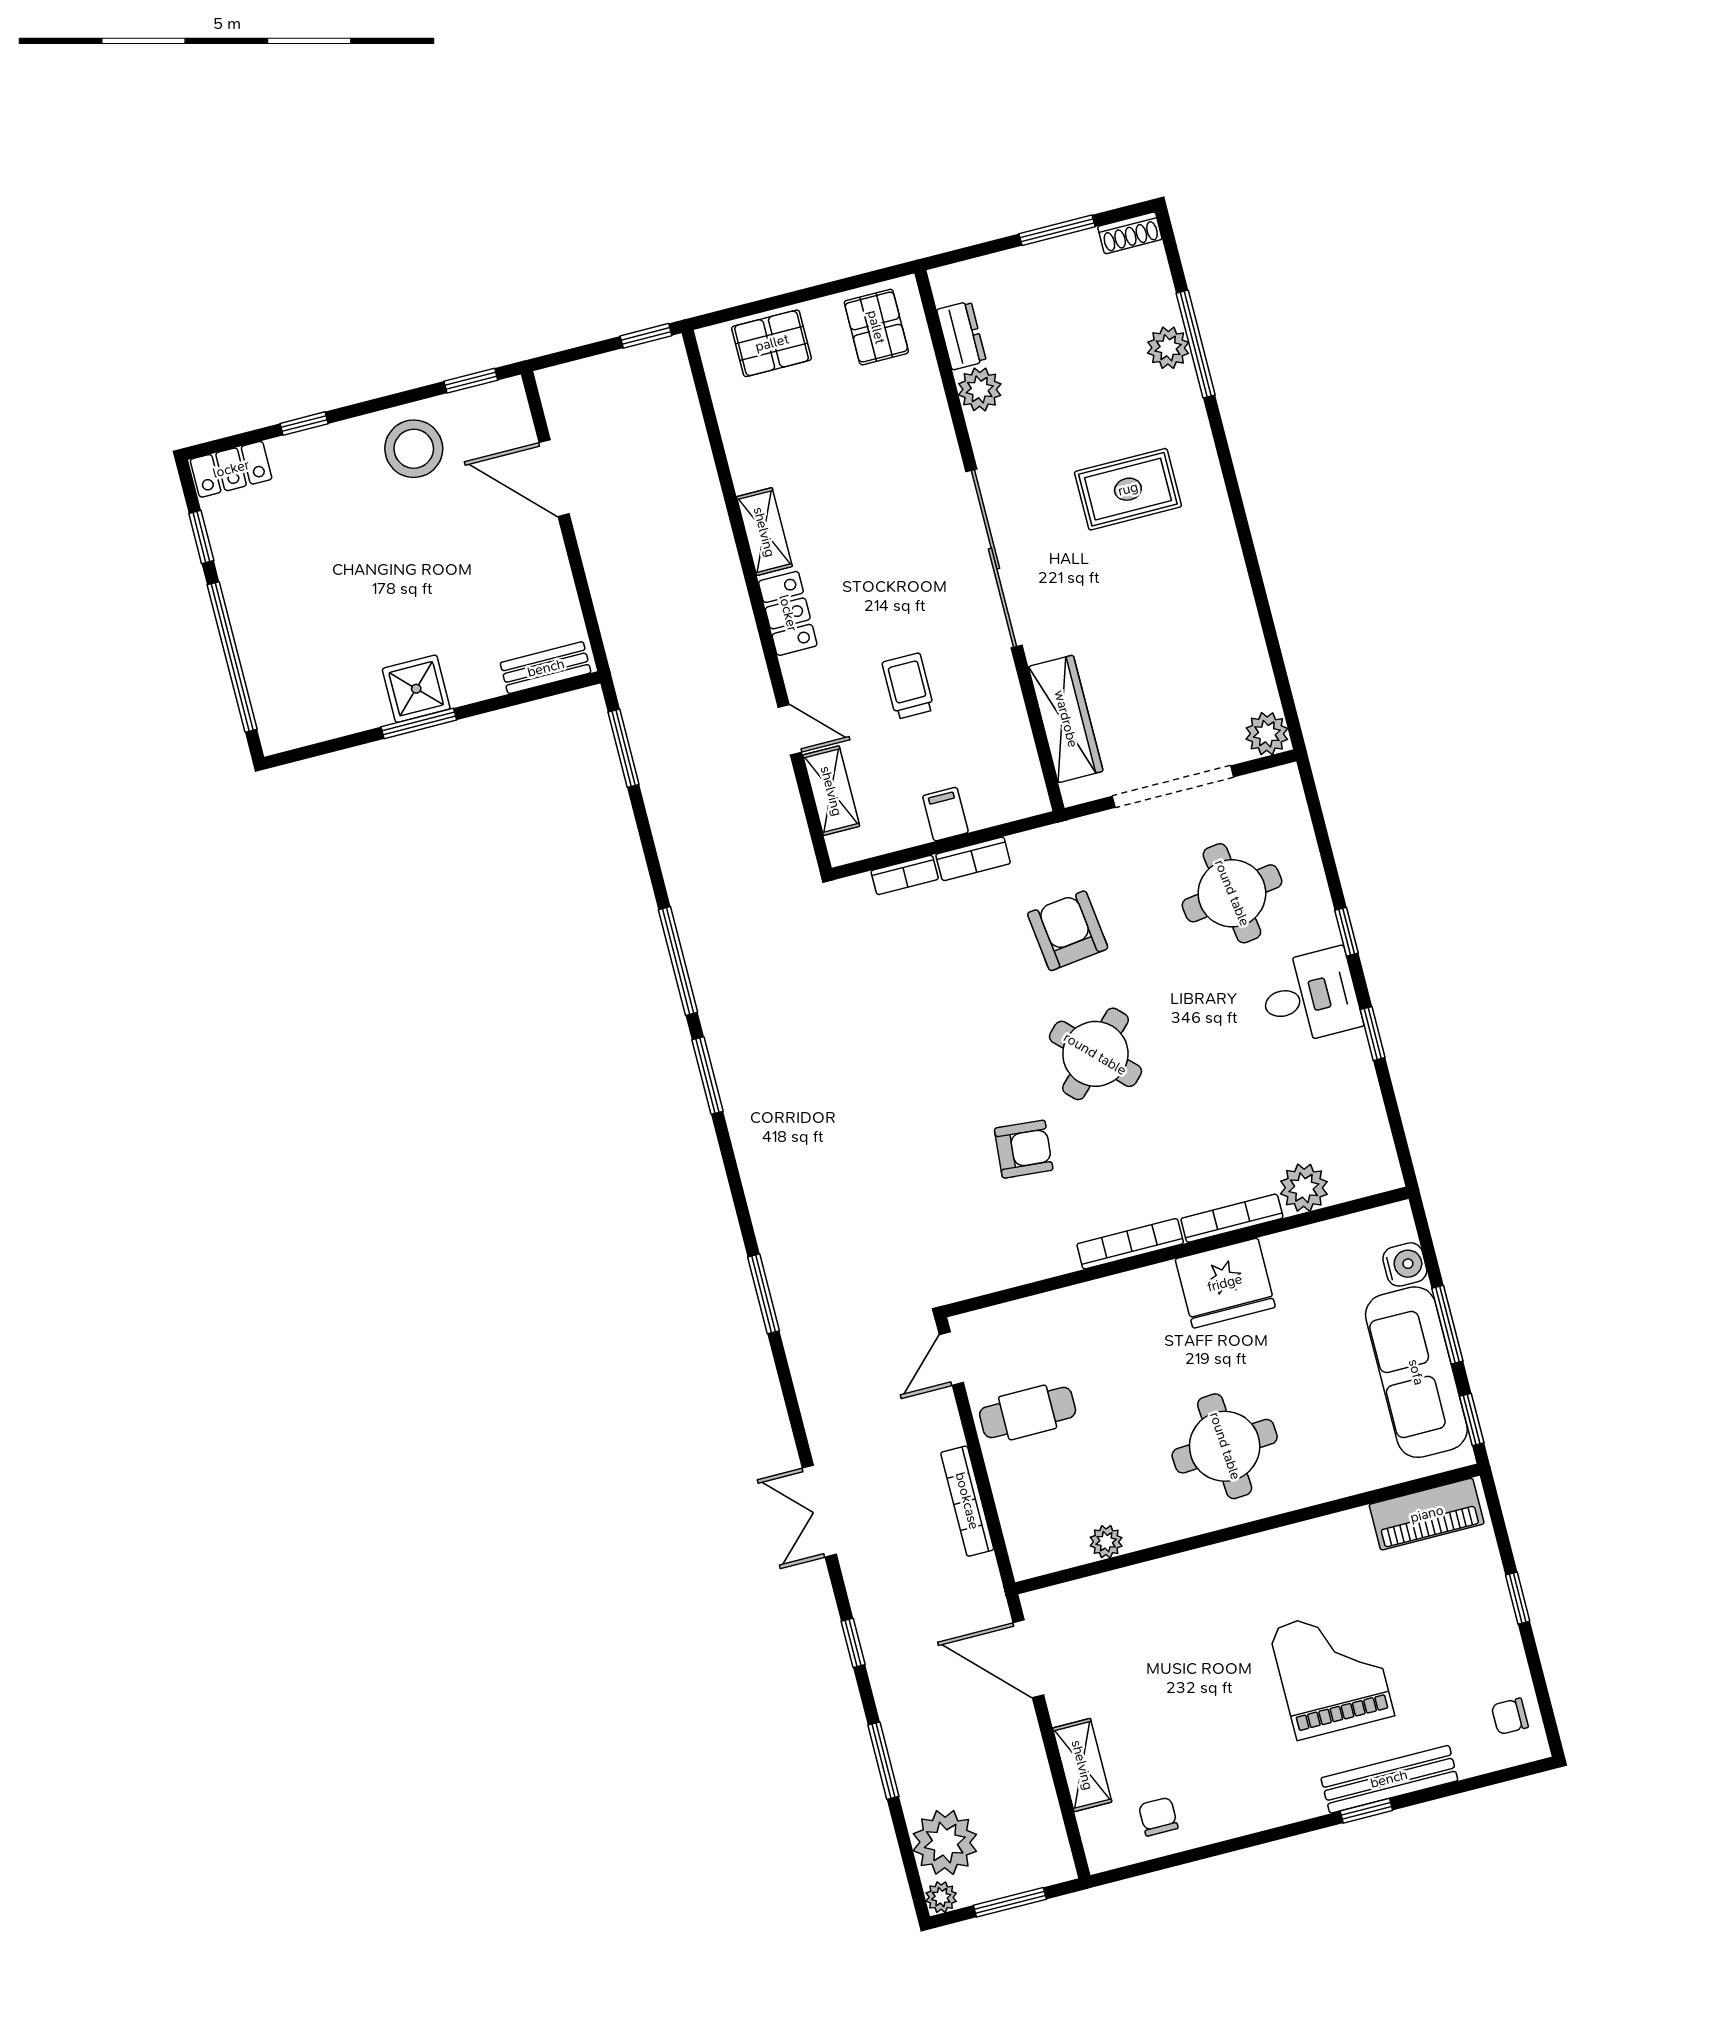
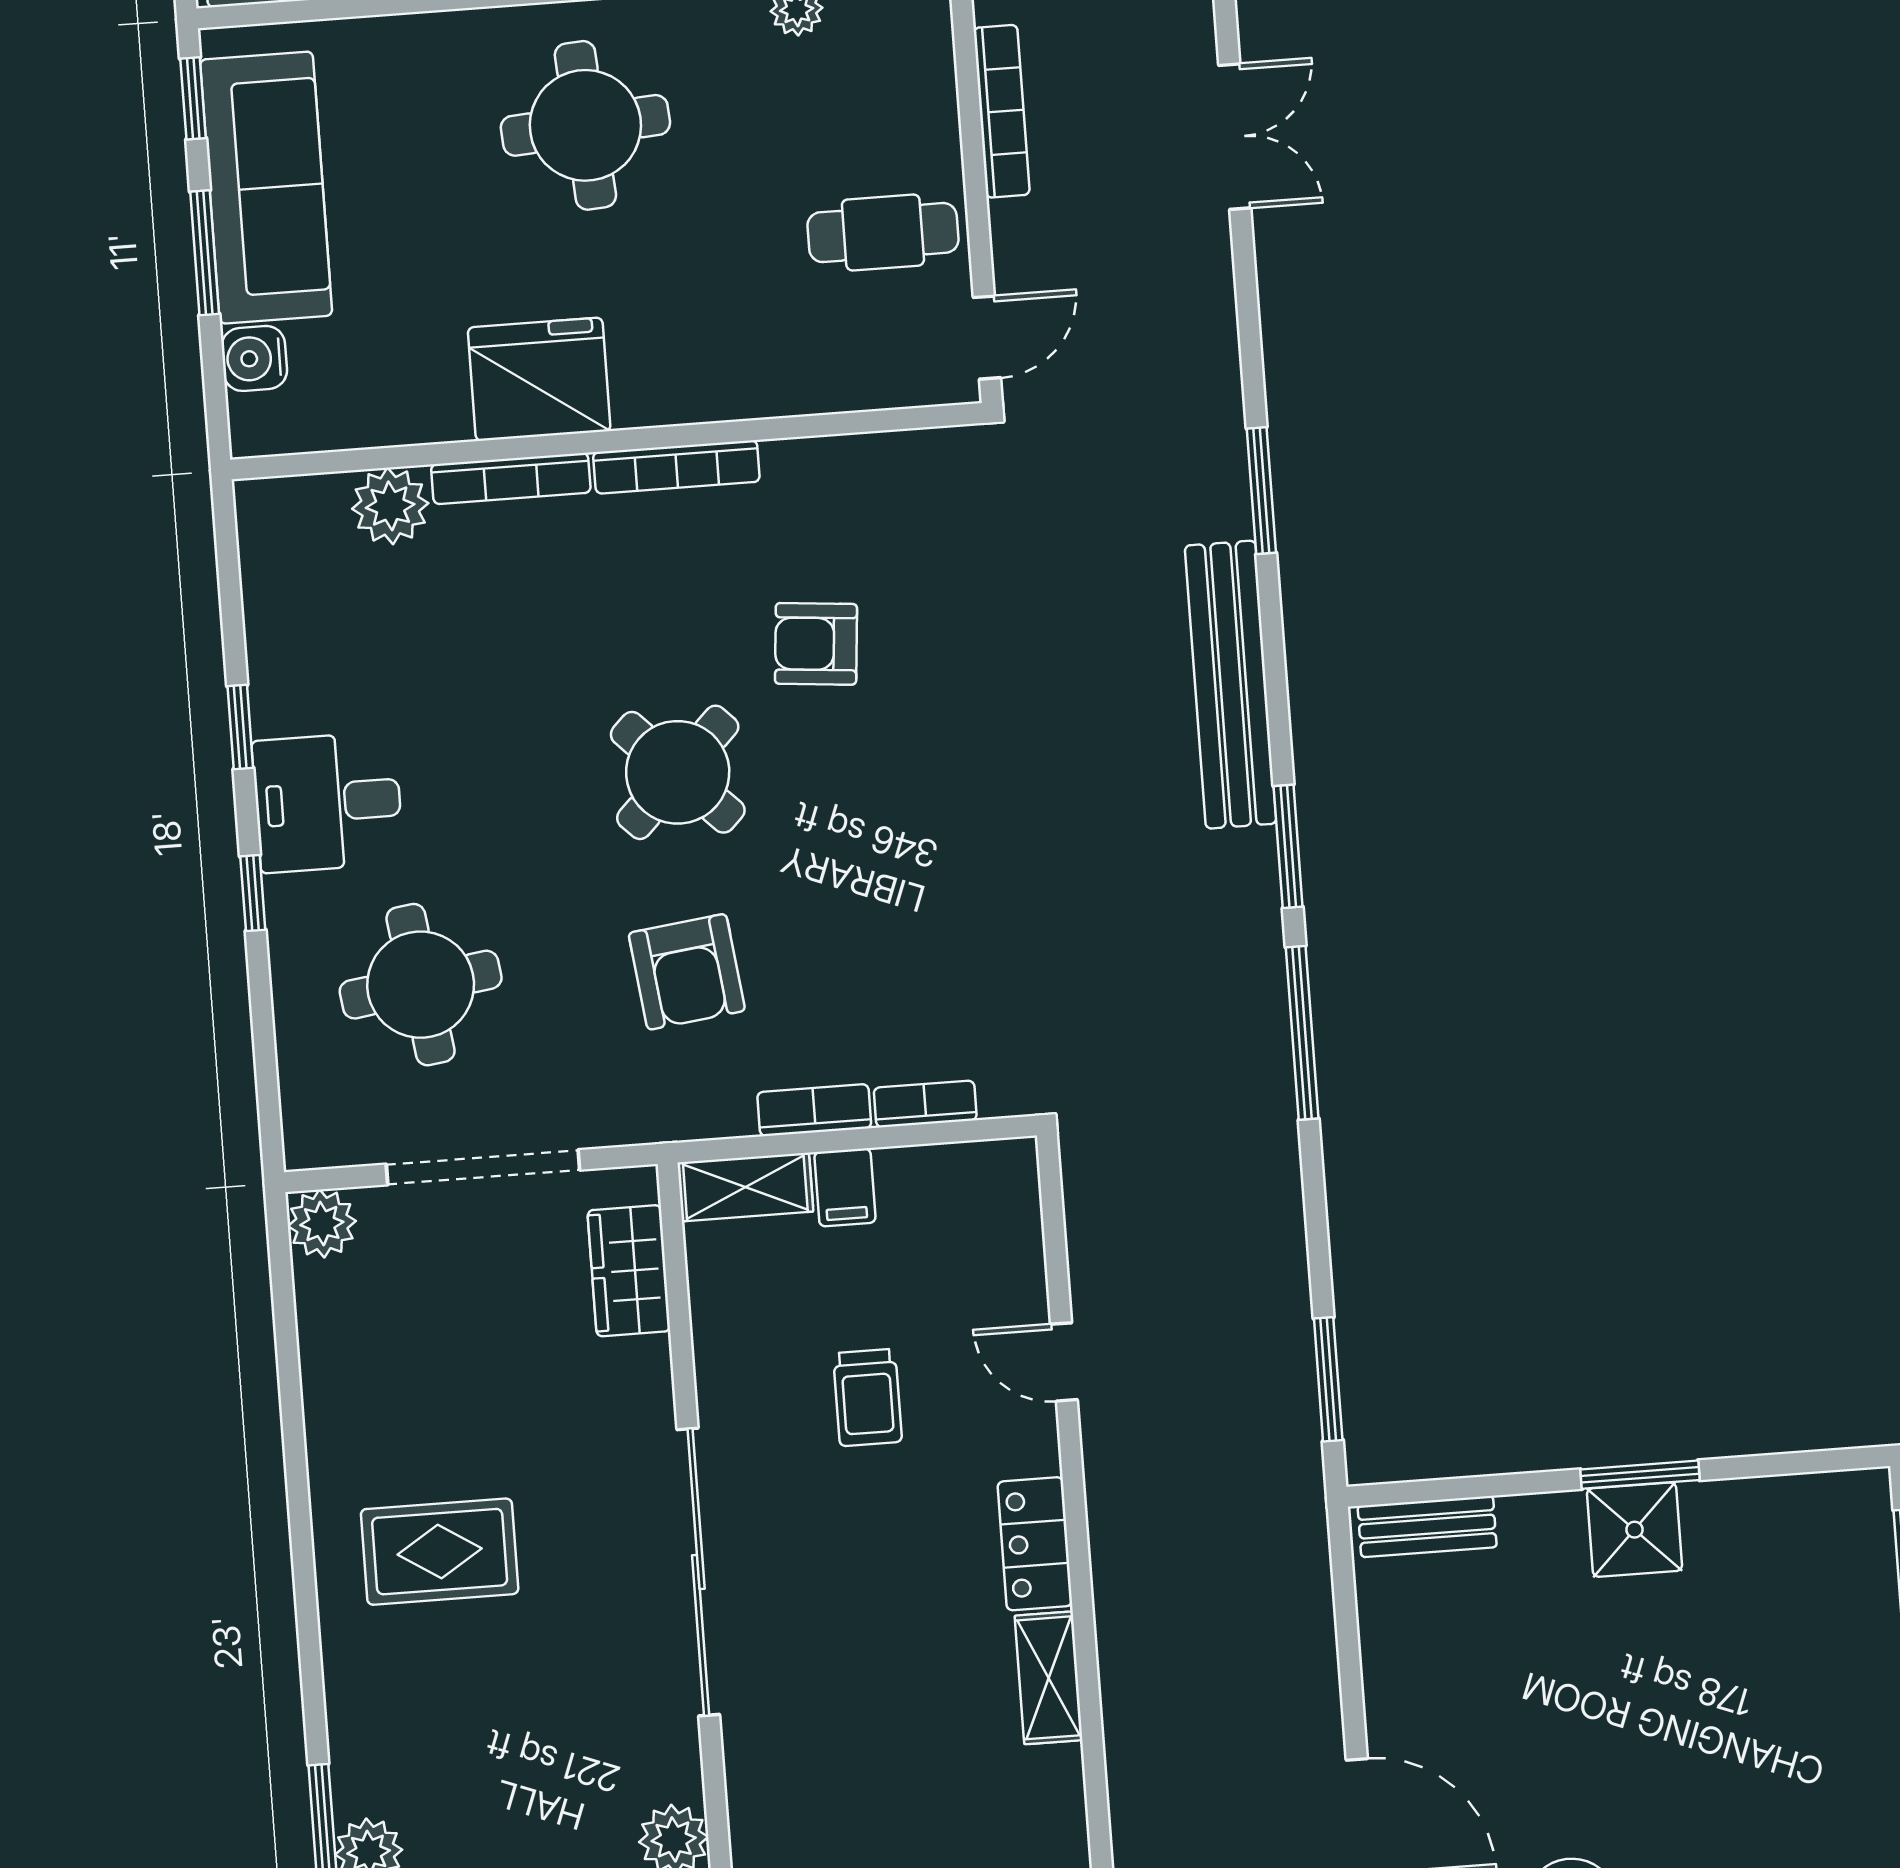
rug: (1128, 489) -> (440, 1552), moved
wardrobe: (1066, 719) -> (629, 1271), width x0.67
shelving: (831, 791) -> (745, 1187), moved, turned 90
bench: (761, 1170) -> (1231, 685), added

